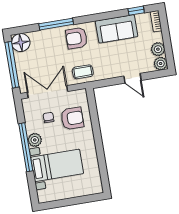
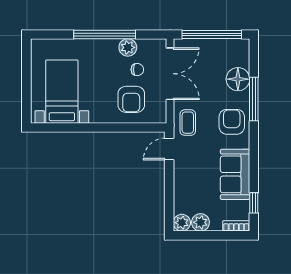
floor lamp: (21, 43) -> (238, 79), moved
door: (132, 78) -> (169, 149), moved
plant: (35, 140) -> (128, 47), moved
bed with nightstands: (57, 165) -> (62, 92), moved, turned 180

